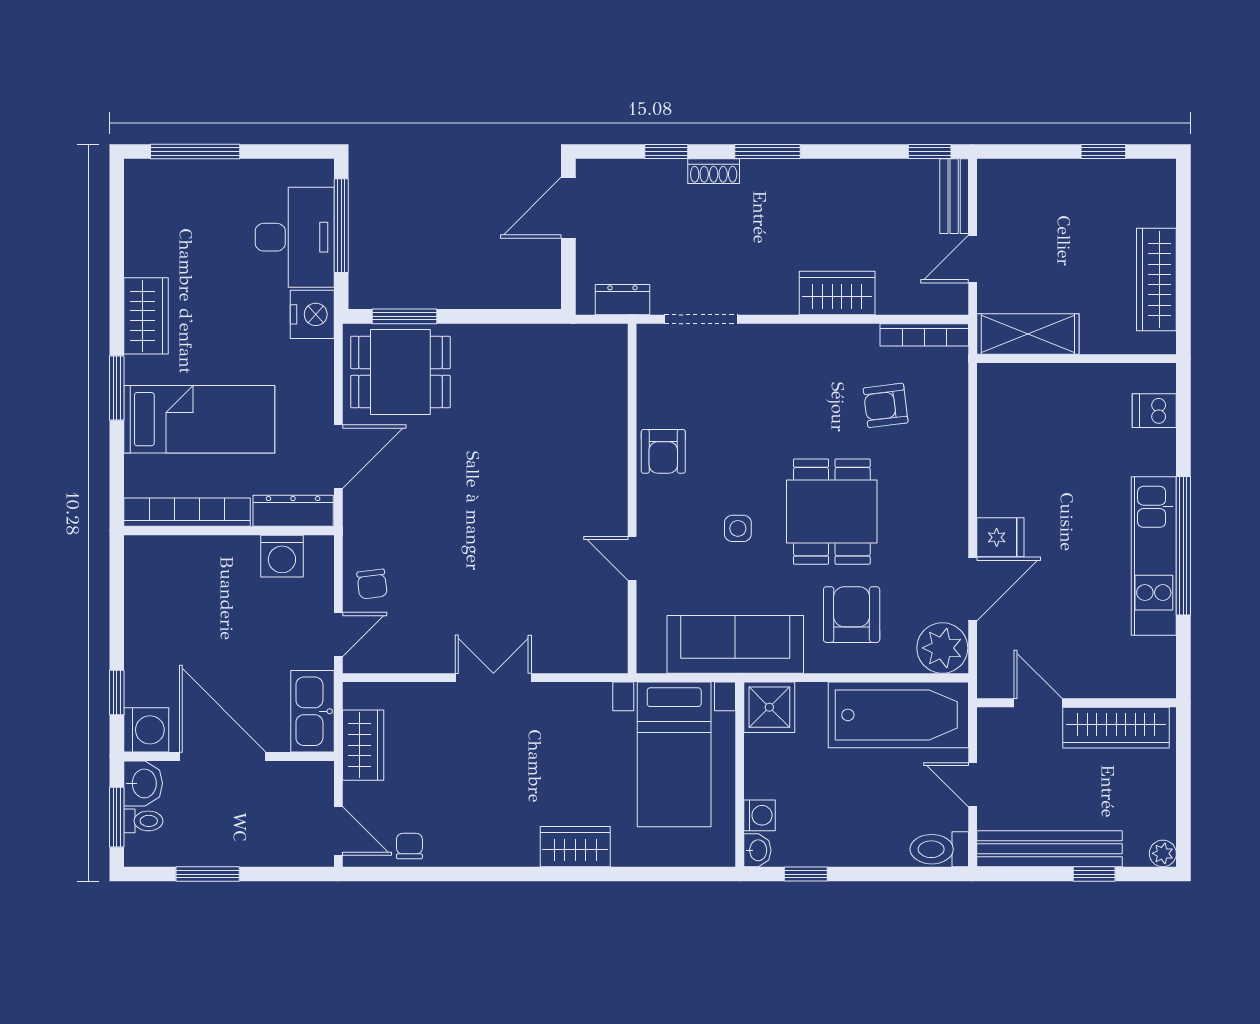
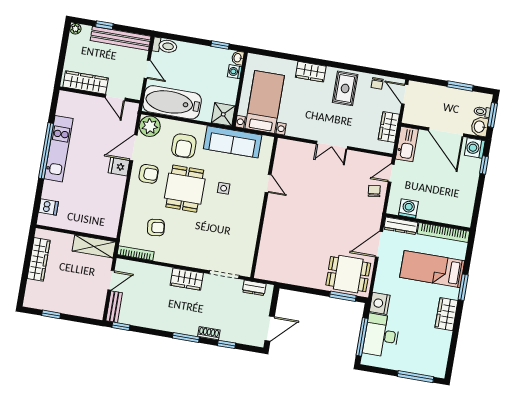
wardrobe: (837, 293) -> (187, 279), moved
armchair: (663, 451) -> (149, 174), moved, turned 90
rug: (485, 820) -> (345, 88), added

